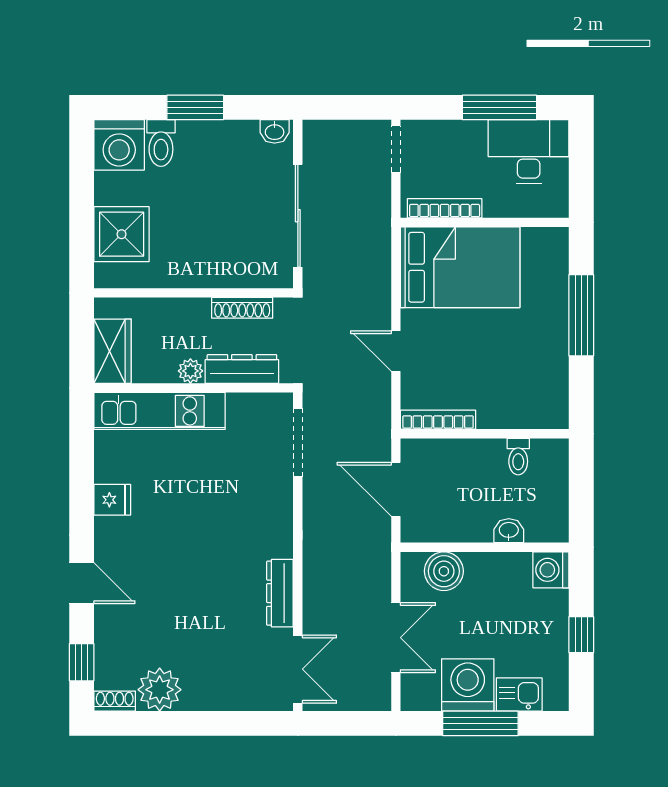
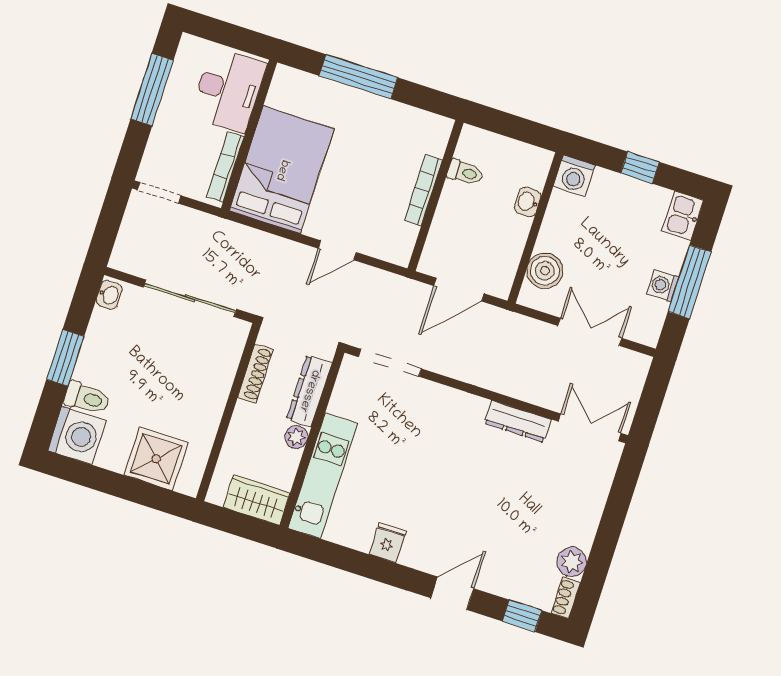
desk: (529, 151) -> (228, 90), moved, turned 180
bookcase: (438, 420) -> (423, 190), moved
washing machine: (468, 685) -> (663, 286), width x0.53, depth x0.53
plant: (160, 690) -> (572, 562), width x0.73, depth x0.73
kitchen sink: (519, 695) -> (683, 216), moved

